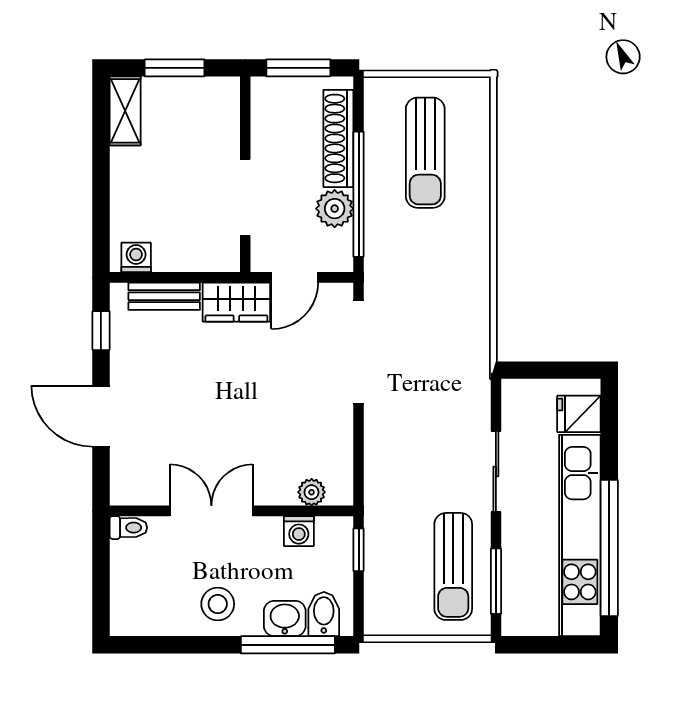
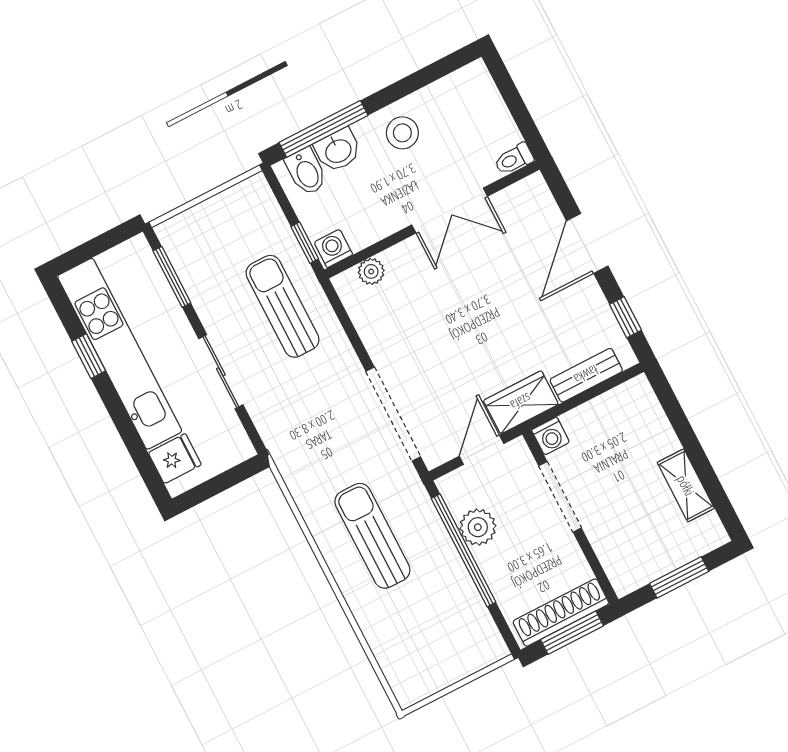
shelving: (125, 111) -> (686, 485), moved
shoe rack: (338, 138) -> (561, 613), moved, turned -90
sun lounger: (425, 153) -> (372, 536), moved
washing machine: (136, 257) -> (551, 436), moved
door: (101, 416) -> (587, 243), swing flipped
washing machine: (299, 531) -> (333, 248), moved
window: (609, 548) -> (89, 356), width x0.32
sun lounger: (453, 566) -> (282, 306), moved

